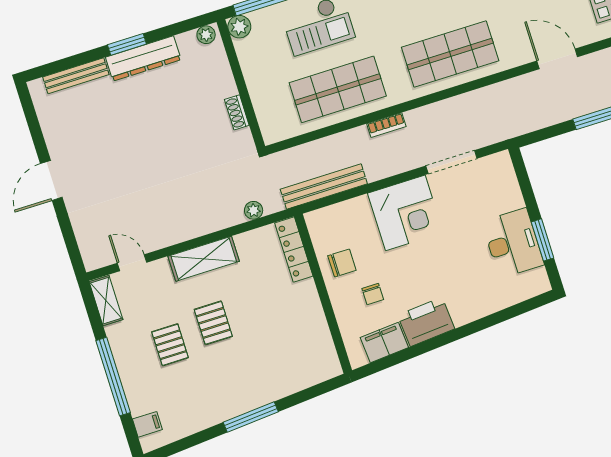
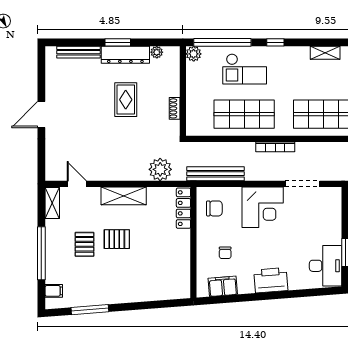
plant: (206, 35) -> (157, 52), moved
rug: (164, 122) -> (126, 100), added
bookcase: (386, 125) -> (275, 147), width x1.56
plant: (254, 210) -> (160, 169), width x1.87, depth x1.87
desk: (513, 243) -> (326, 266), moved
chair: (342, 263) -> (214, 208), moved
printer: (426, 322) -> (271, 280), moved
pallet: (213, 323) -> (117, 239), turned 90
window: (251, 417) -> (90, 310), moved

